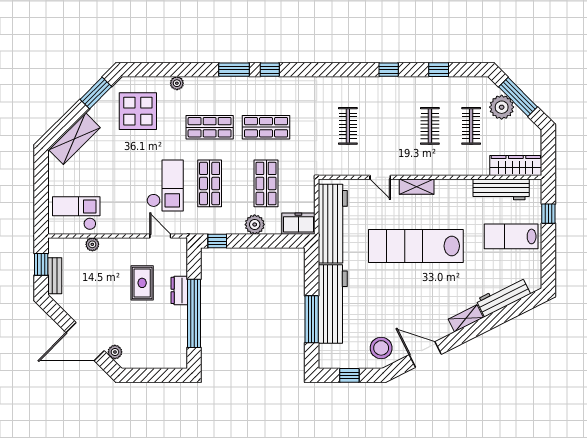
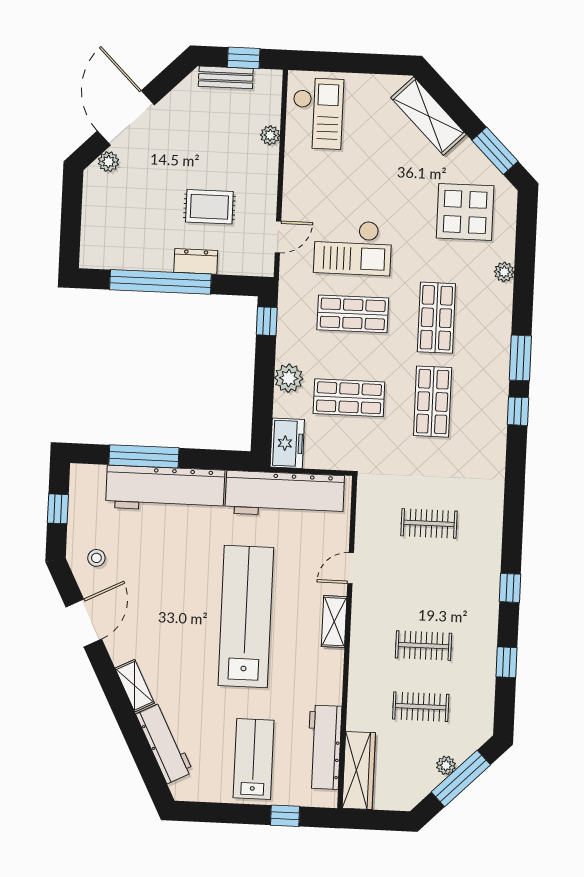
plant: (502, 107) -> (446, 765), width x0.53, depth x0.53
stool: (381, 348) -> (96, 558), width x0.53, depth x0.53

